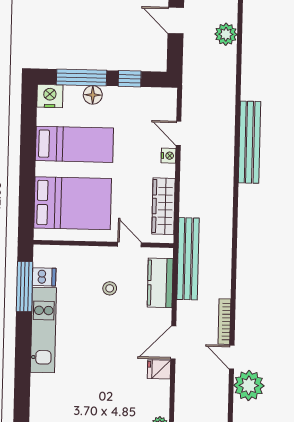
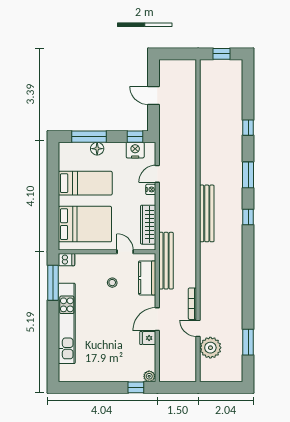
plant: (226, 34) -> (189, 104), removed
window: (130, 79) -> (135, 137), moved
nightstand: (50, 96) -> (135, 150), moved
door: (179, 133) -> (157, 174), hinge flipped
bench: (250, 142) -> (207, 213), moved
dishwasher: (44, 277) -> (67, 260), moved
kitchen unit: (43, 330) -> (67, 323), width x1.36

